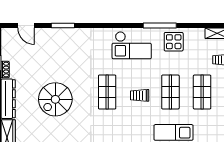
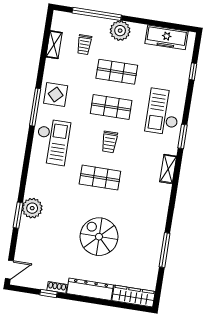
door: (26, 25) -> (9, 270), moved
plant: (71, 37) -> (32, 208), added
spiral stairs: (55, 99) -> (99, 237), turned 180

